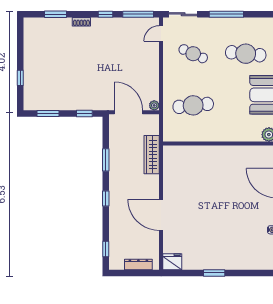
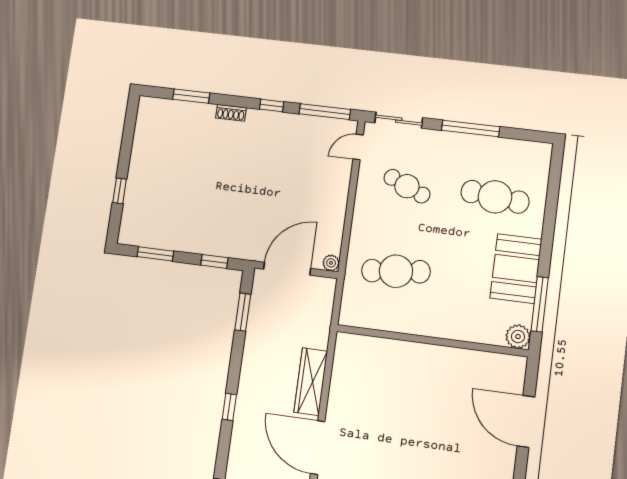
door: (129, 112) -> (287, 269), hinge flipped
wardrobe: (152, 155) -> (311, 382), moved
window: (106, 160) -> (243, 312), moved

